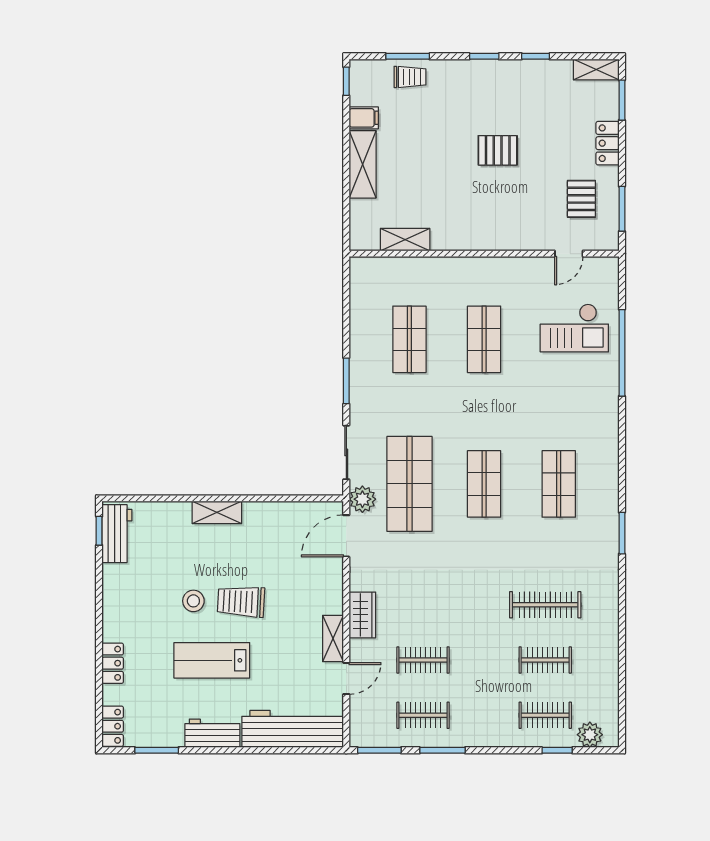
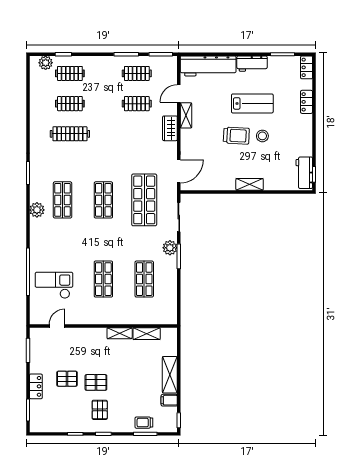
shelving: (596, 69) -> (120, 333), moved
pallet: (491, 100) -> (100, 410), added
pallet: (581, 199) -> (67, 379), moved, turned 90
plant: (606, 466) -> (37, 210), added
plant: (362, 499) -> (170, 248), moved

